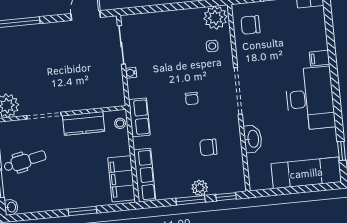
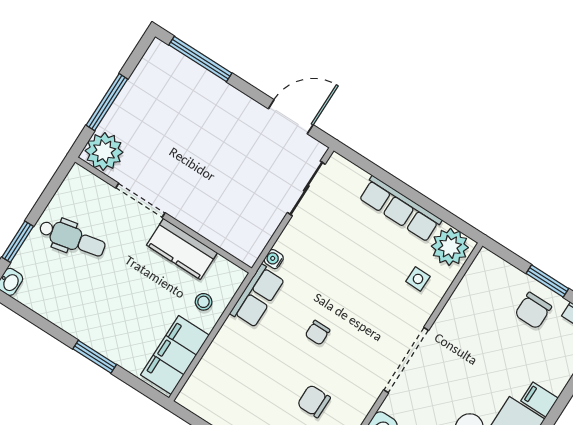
chair: (250, 25) -> (533, 311), moved, turned -90
water cooler: (131, 73) -> (274, 259), moved
chair: (192, 98) -> (318, 333), moved
stool: (120, 123) -> (204, 302), moved
row of seats: (145, 175) -> (400, 209), moved, turned 90

